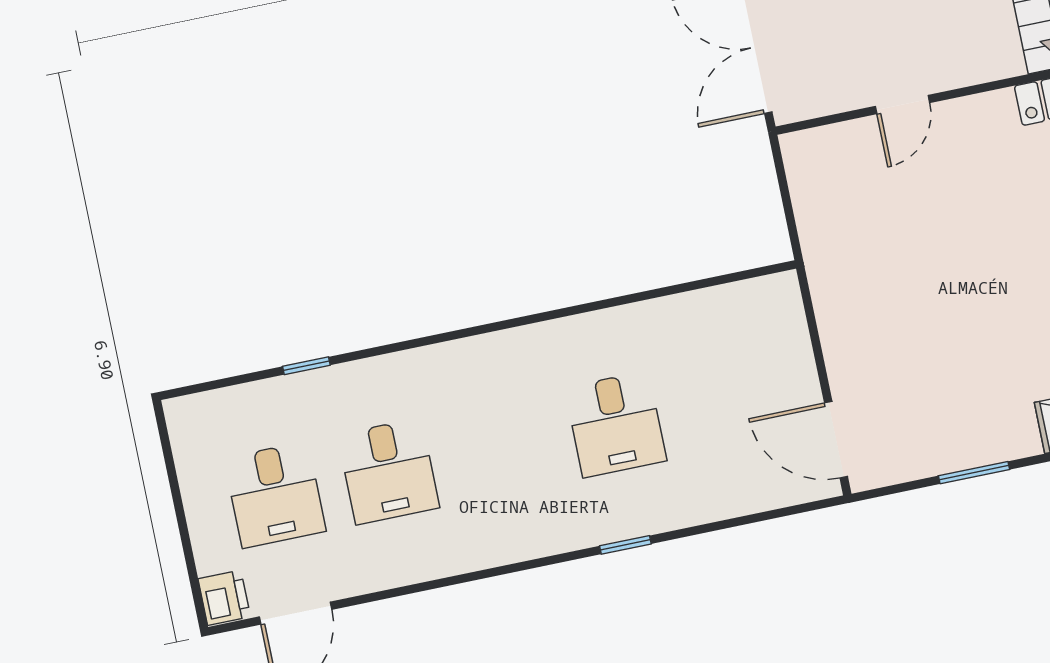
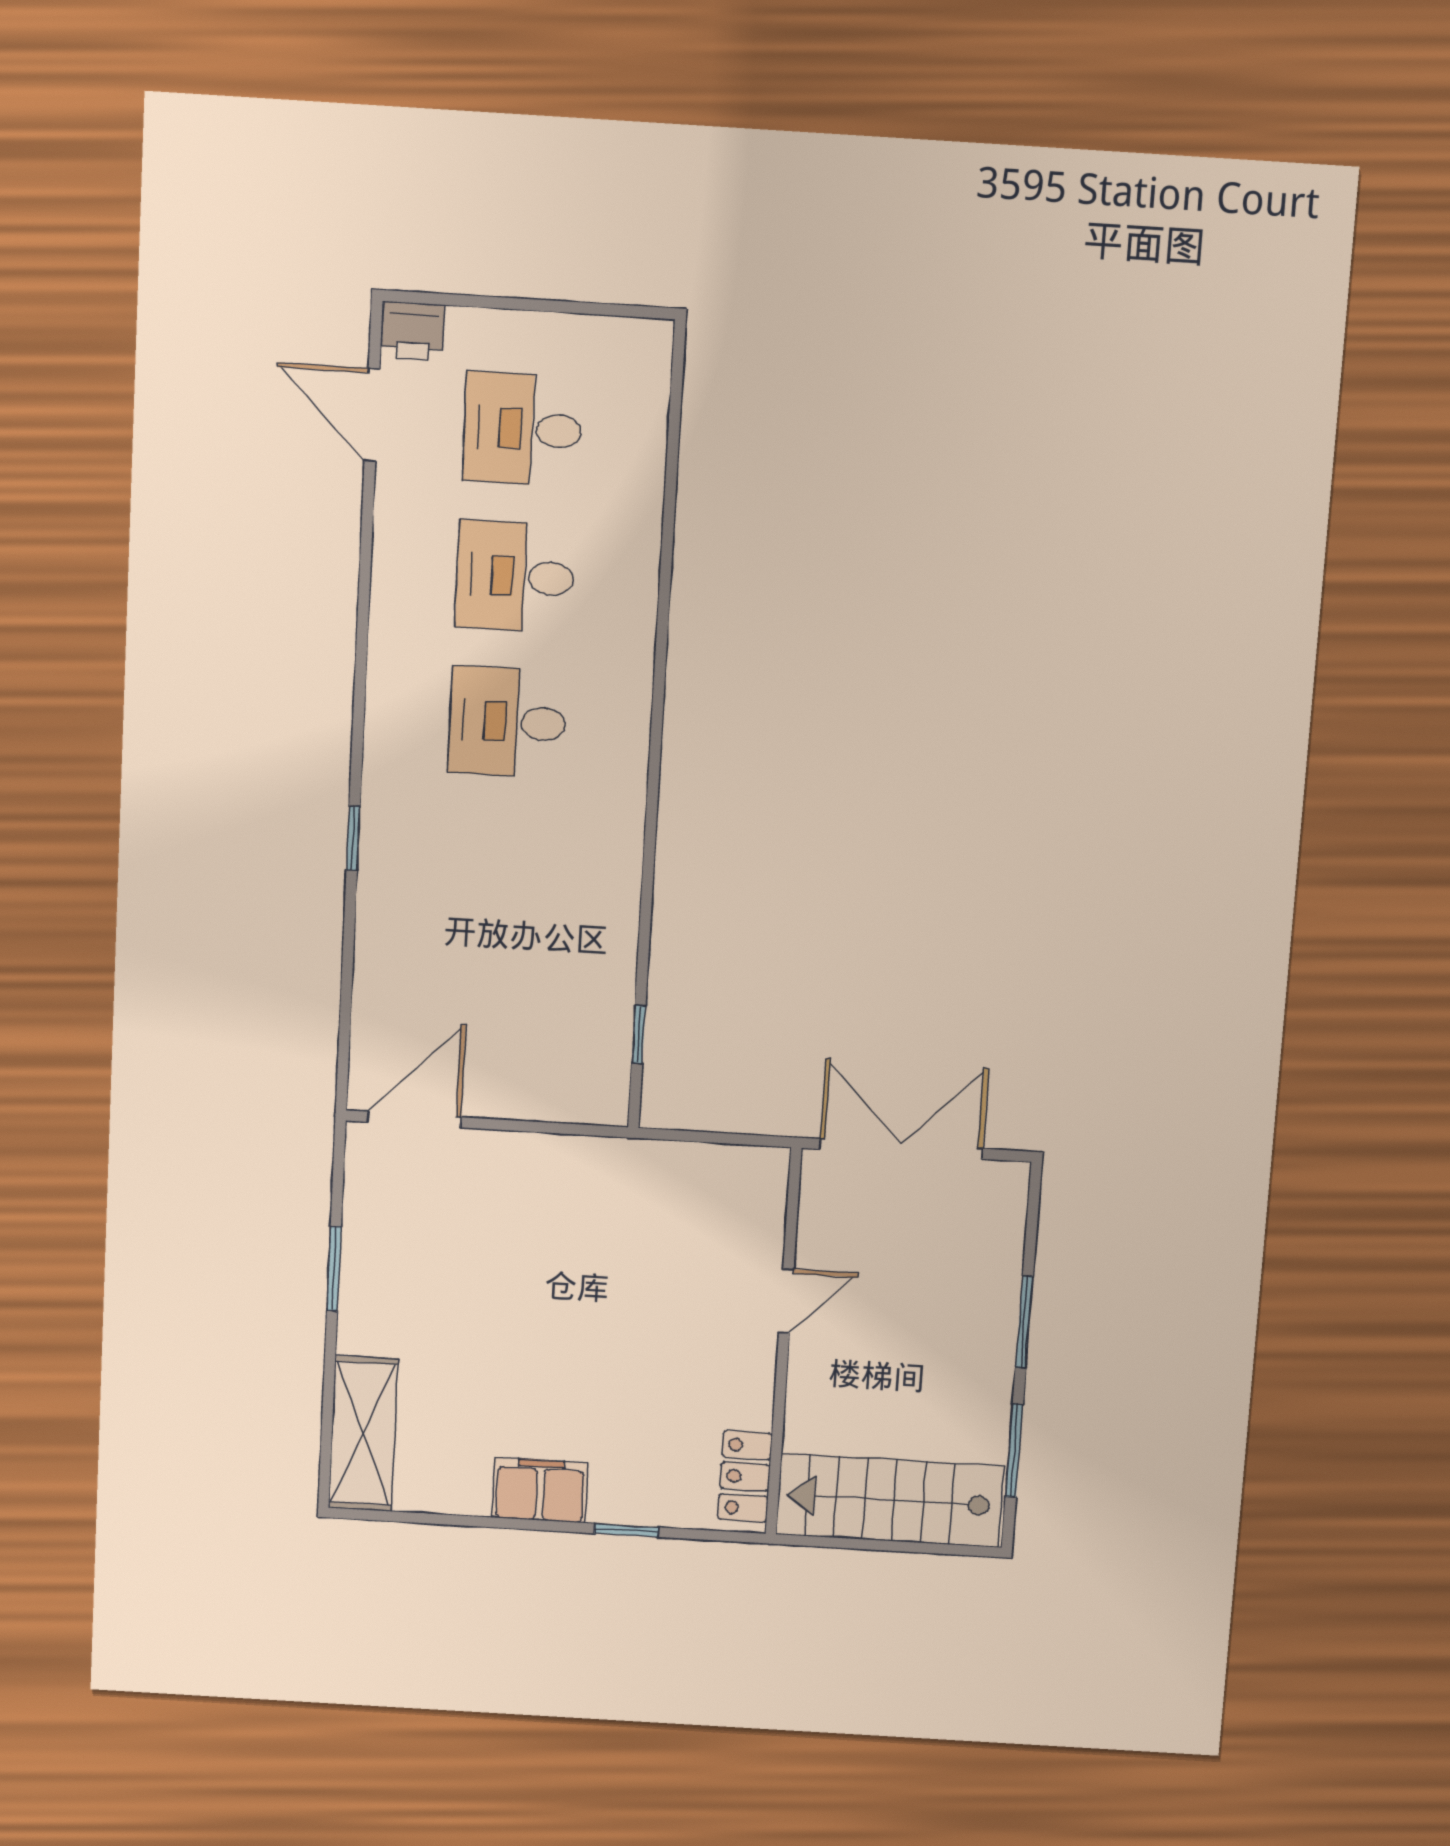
door: (902, 105) -> (786, 1301), swing flipped
window: (306, 366) -> (639, 1034), moved
desk: (616, 424) -> (508, 722), moved

